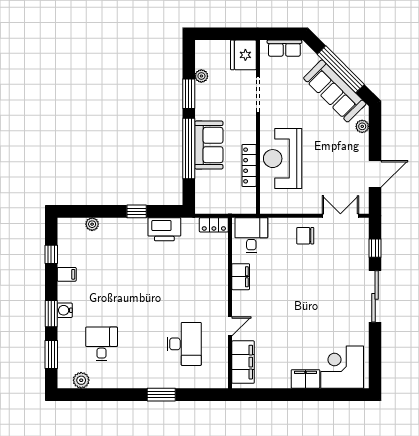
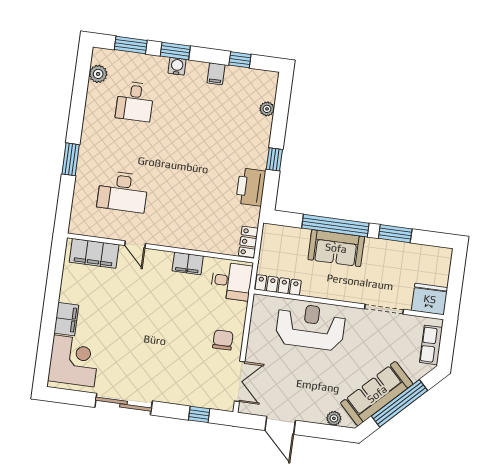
plant: (201, 76) -> (413, 250), removed
locker: (249, 165) -> (278, 285), moved
sliding door: (375, 296) -> (124, 404), moved
desk: (102, 344) -> (135, 101), turned 90

